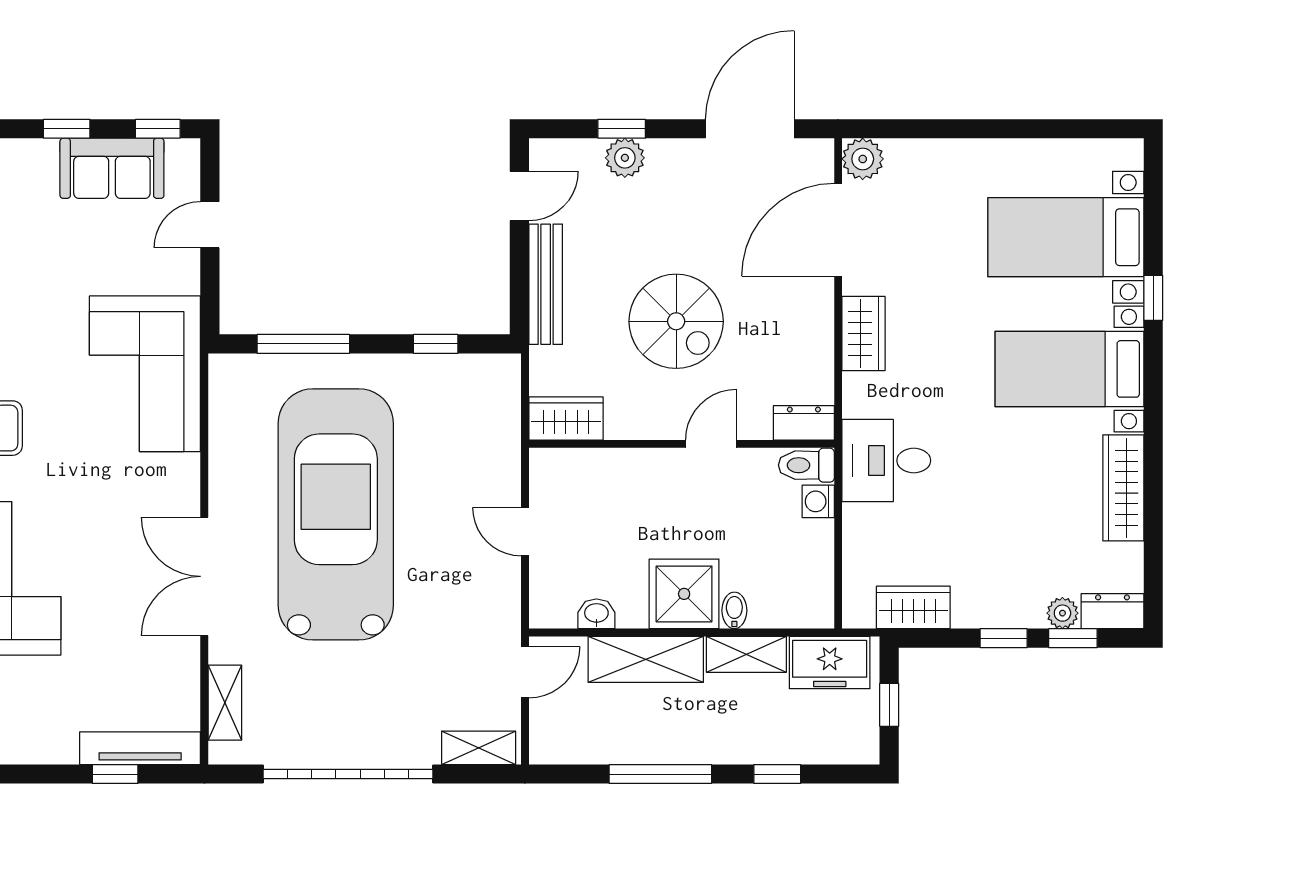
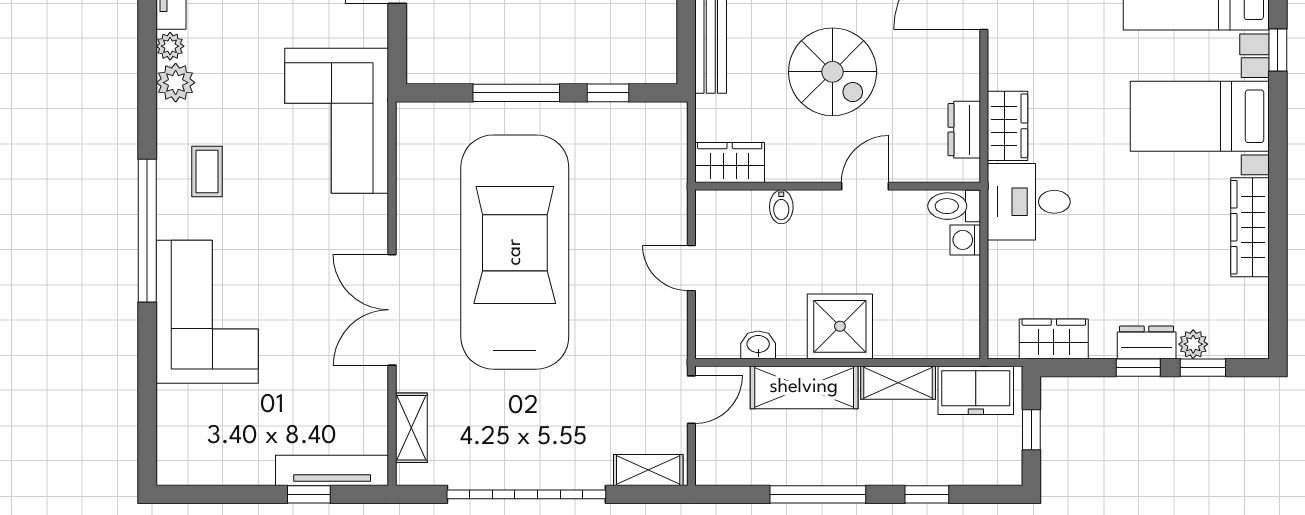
wardrobe: (863, 334) -> (1007, 126), moved
window: (303, 344) -> (516, 93), moved
dresser: (804, 423) -> (964, 130), moved, turned -90
bidet: (734, 610) -> (781, 207), moved, turned 180
dresser: (1112, 611) -> (1147, 342), moved

